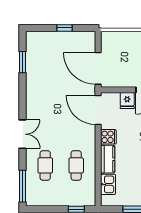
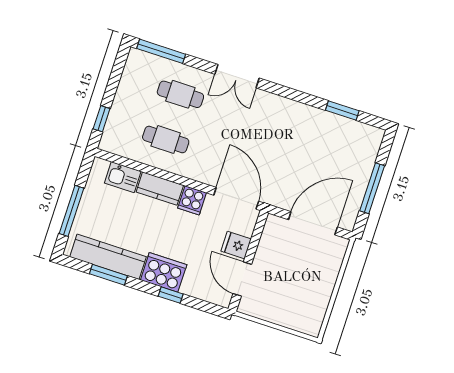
window: (65, 28) -> (372, 188), width x2.17
door: (98, 68) -> (313, 223), moved
door: (98, 110) -> (236, 198), hinge flipped

